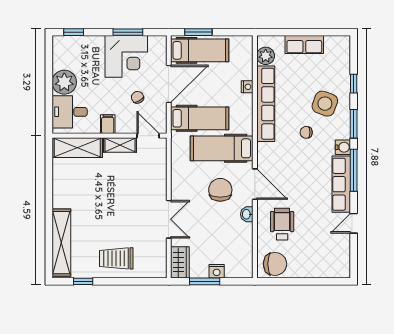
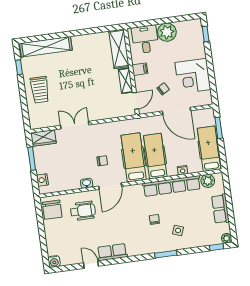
window: (128, 32) -> (211, 75), removed
plant: (344, 42) -> (226, 238), added
hospital bed: (200, 50) -> (209, 149), moved, turned 180
window: (354, 84) -> (216, 247), moved
side table: (325, 104) -> (178, 230), width x0.54, depth x0.54
hospital bed: (200, 118) -> (155, 156), moved, turned 180
water cooler: (343, 147) -> (54, 261), moved
window: (354, 170) -> (131, 259), removed
row of seats: (341, 184) -> (112, 252), width x0.68
chair: (220, 190) -> (102, 161), width x0.54, depth x0.54
double door: (169, 219) -> (75, 125), swing flipped
trolley: (116, 258) -> (40, 90), turned 180
nightstand: (217, 271) -> (42, 180), moved

